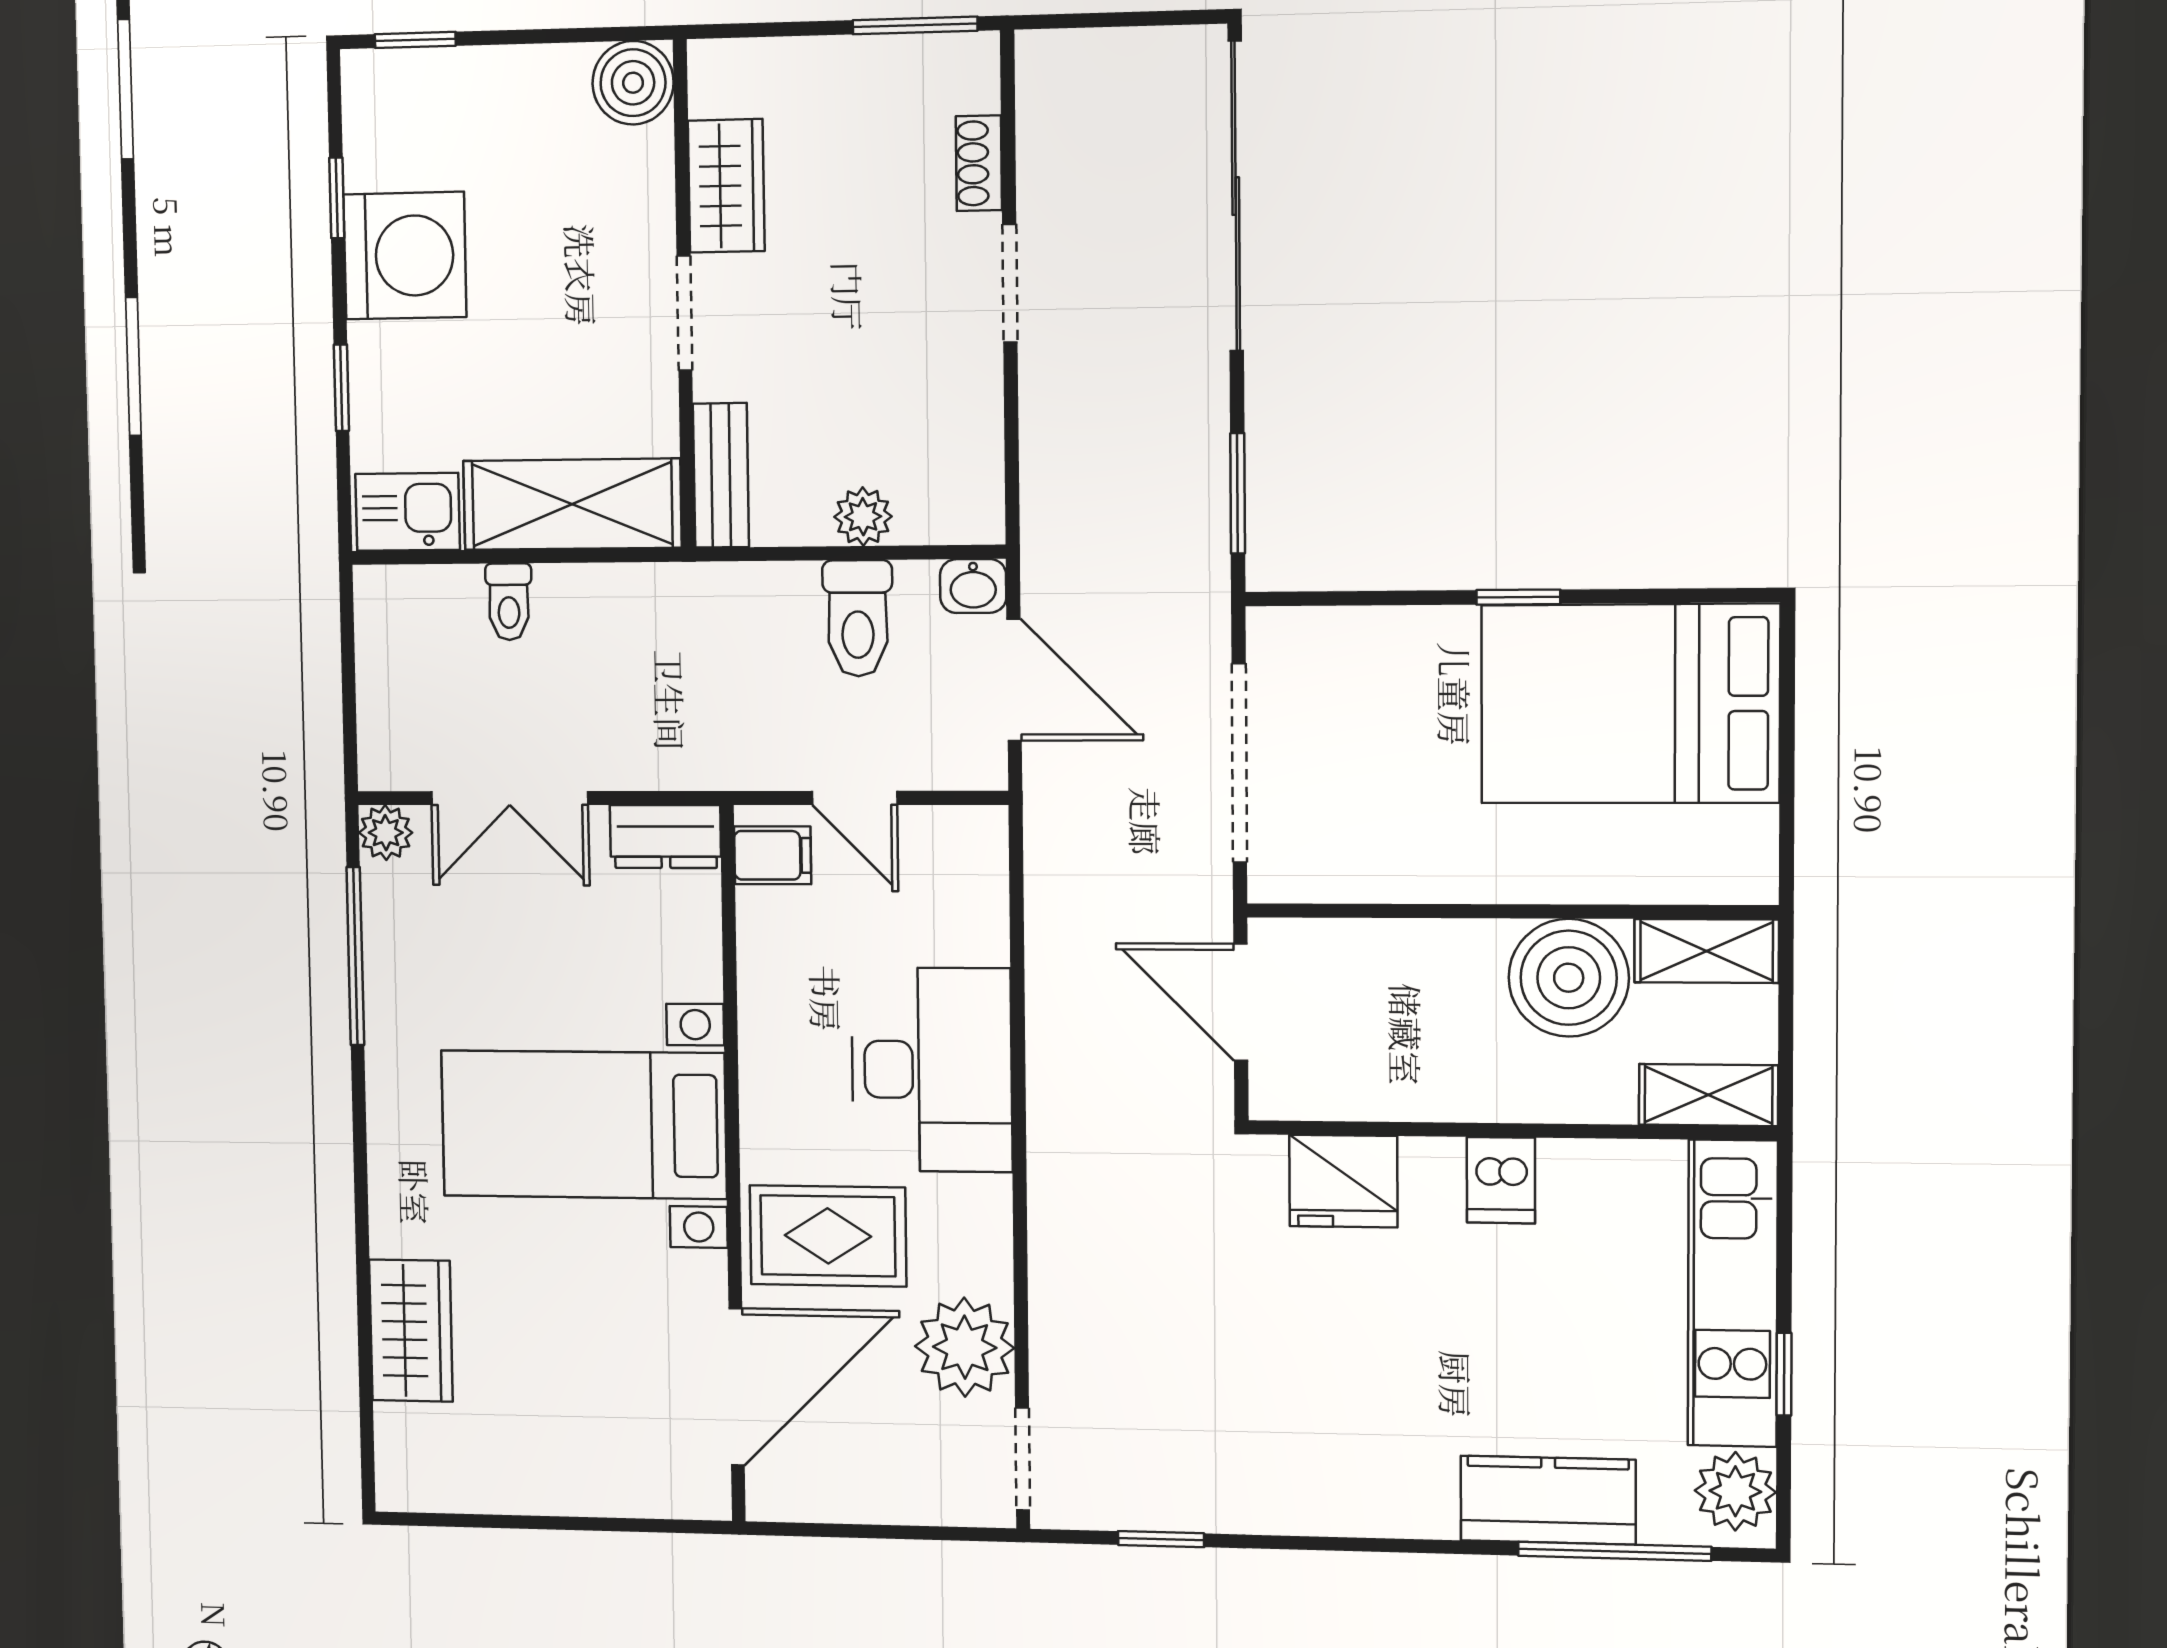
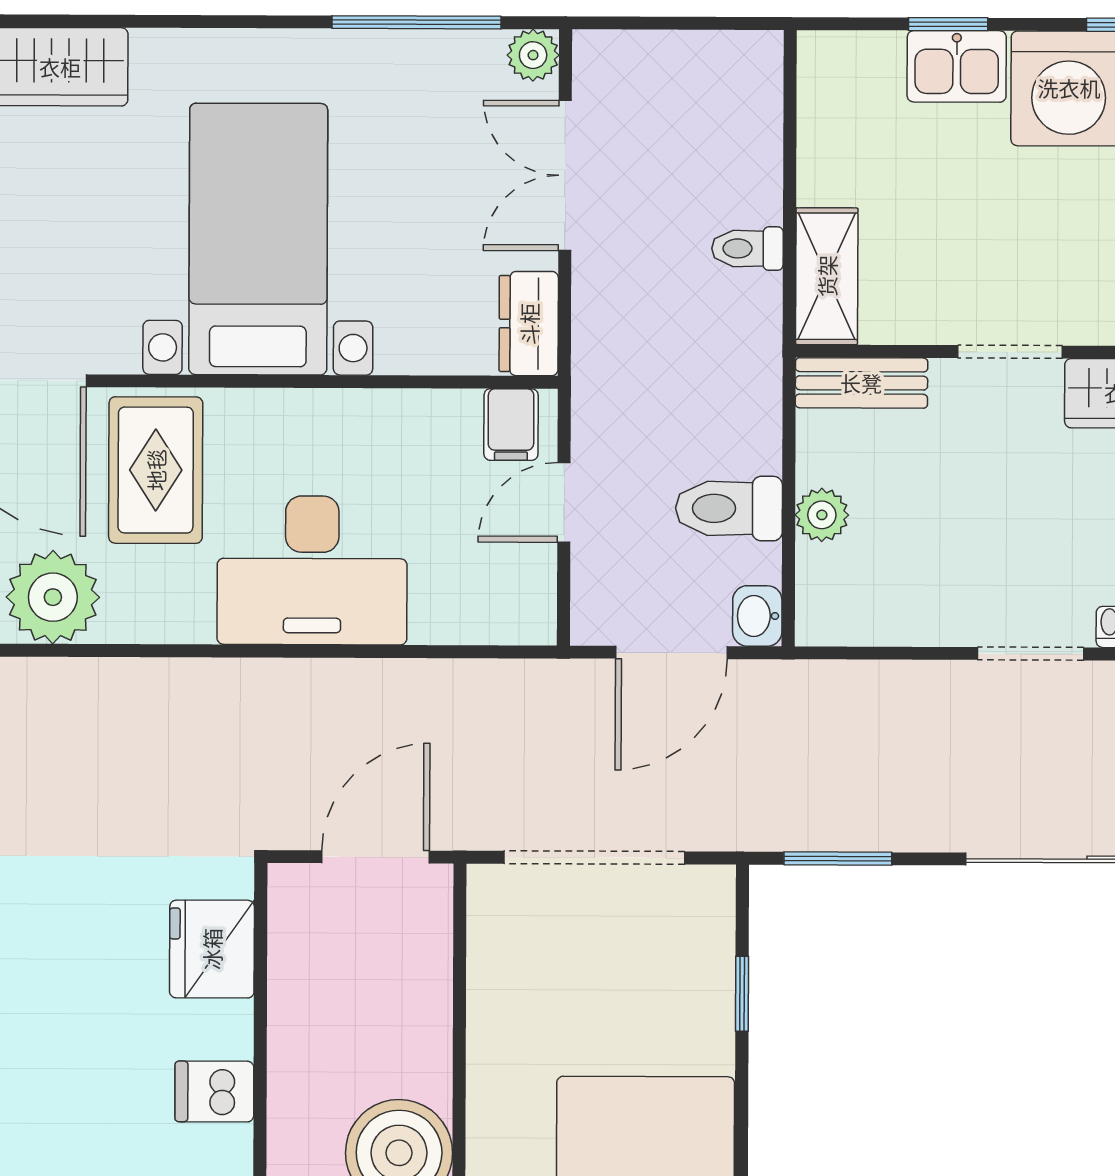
shelving: (572, 504) -> (827, 276), width x0.67, depth x0.75
kitchen sink: (408, 512) -> (957, 66), moved, turned 90
window: (1518, 597) -> (742, 994), moved
toilet: (509, 602) -> (747, 248), moved

